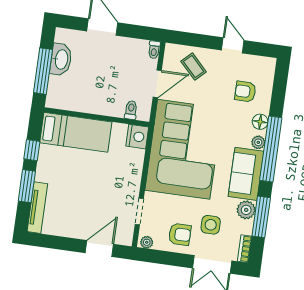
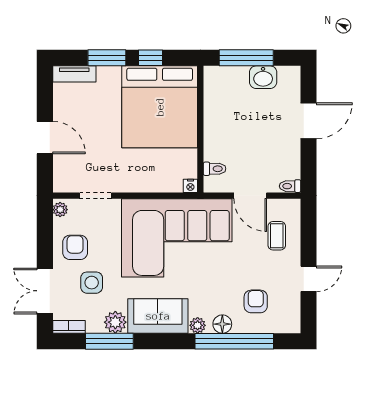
washbasin: (61, 59) -> (263, 77), width x0.72
coffee table: (194, 67) -> (277, 236), turned -46
bed: (76, 132) -> (160, 107), width x2.04
nightstand: (137, 137) -> (190, 186), width x0.53, depth x0.56
window: (271, 149) -> (234, 341), moved
tv unit: (37, 208) -> (74, 74), width x0.71
armchair: (180, 234) -> (75, 247), turned 180
door: (99, 249) -> (45, 138), moved

